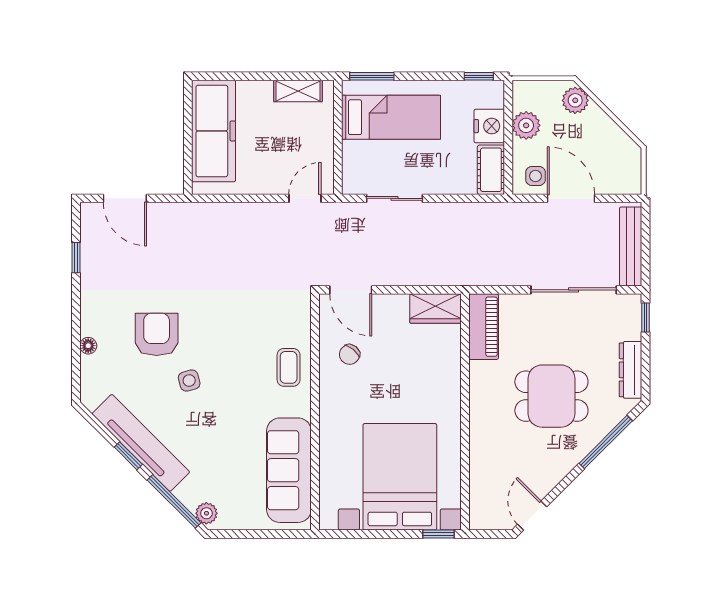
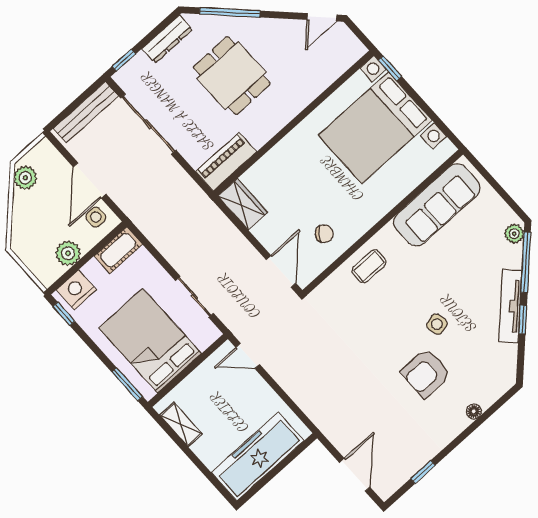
plant: (575, 100) -> (25, 178), moved
bed: (391, 117) -> (150, 341), width x1.50
nightstand: (489, 126) -> (76, 290), moved
tv unit: (141, 443) -> (510, 306), width x0.73, depth x0.78

